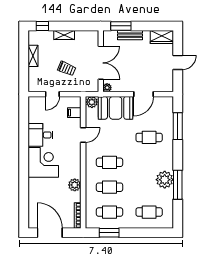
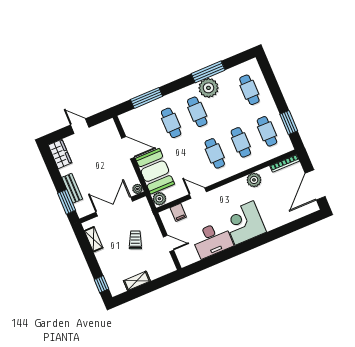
shelving: (64, 35) -> (94, 239), moved
desk: (41, 135) -> (212, 240), width x1.37
cafe table: (149, 162) -> (197, 112), added

